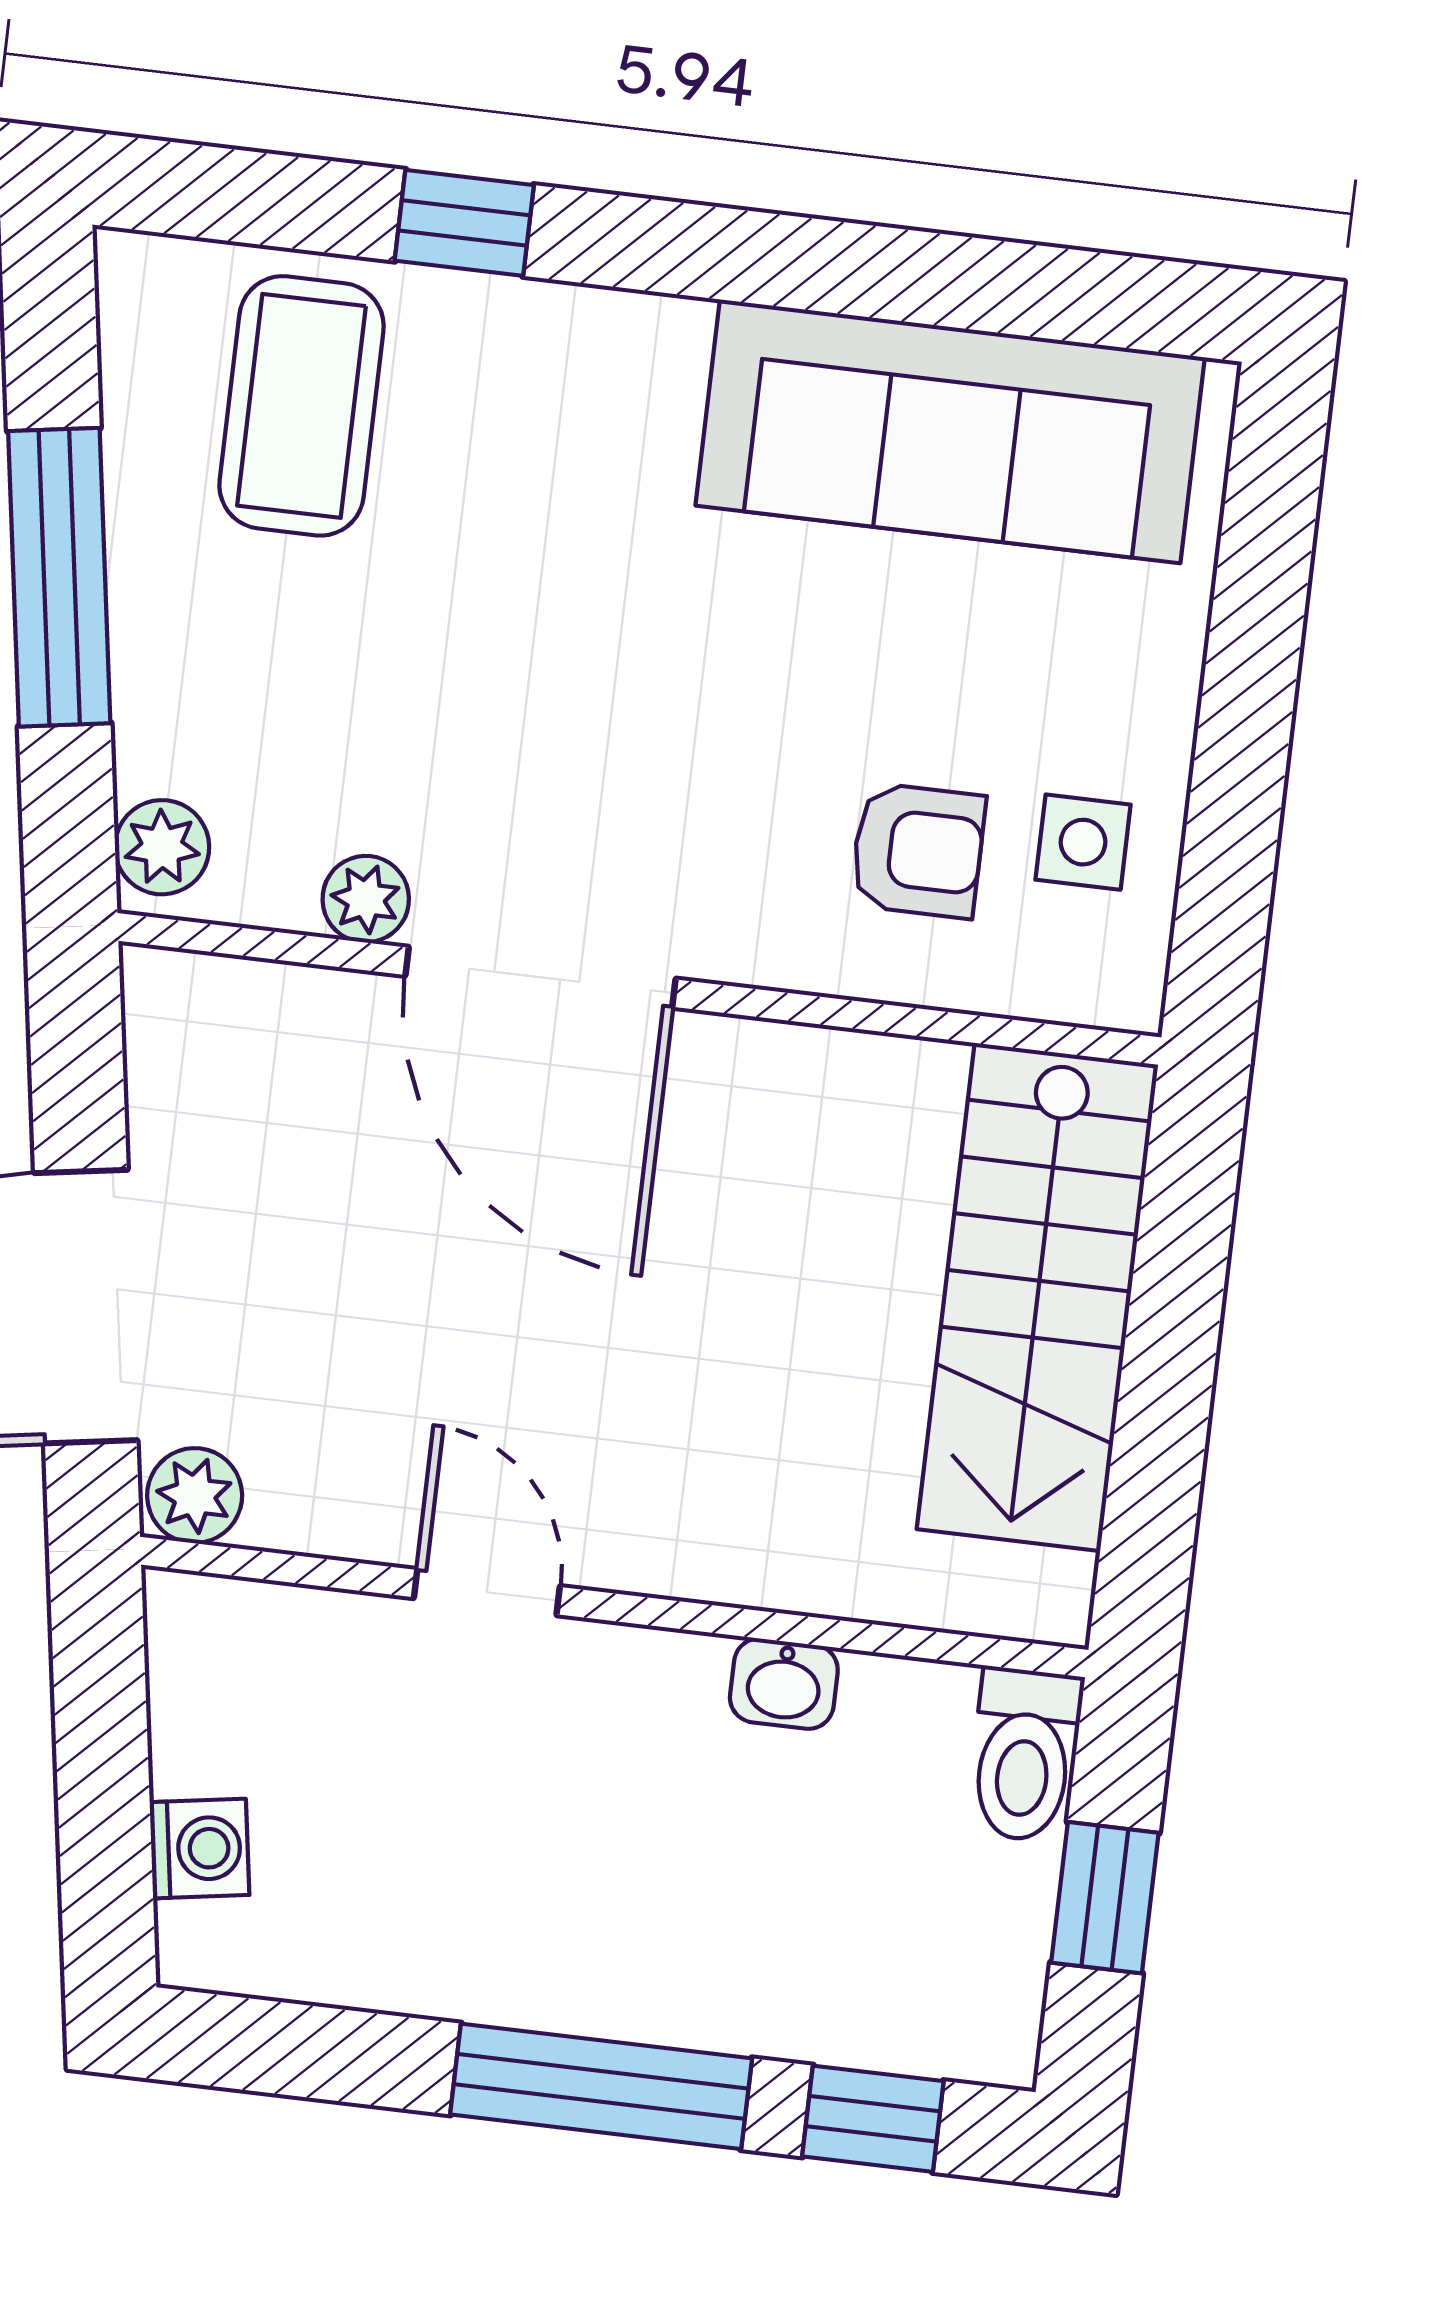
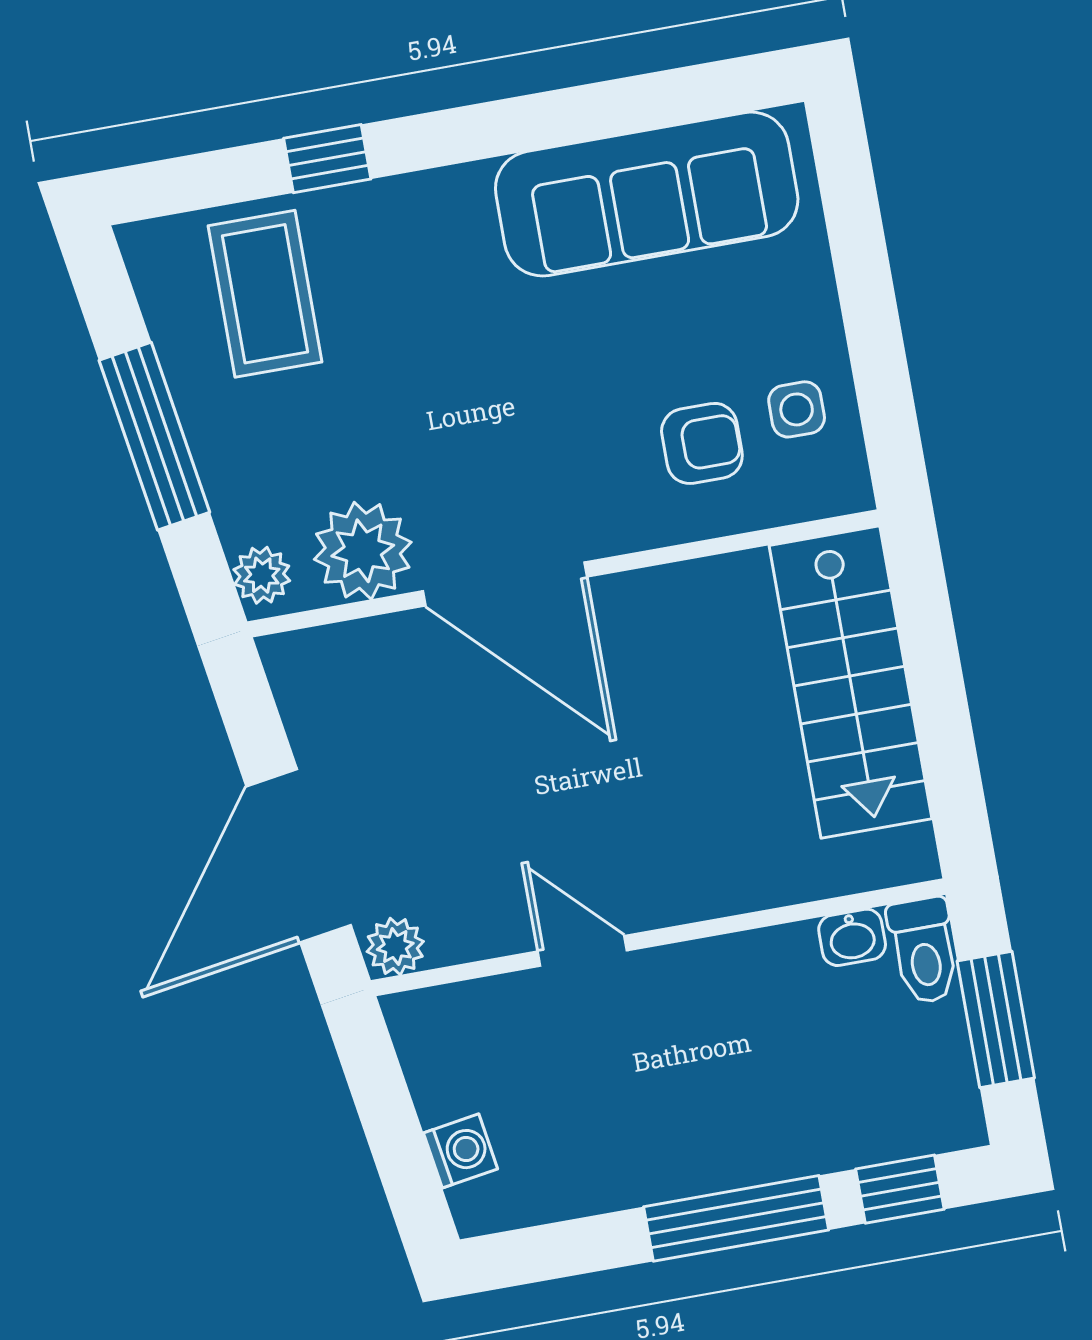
plant: (366, 899) -> (363, 551), width x1.88, depth x1.88
washbasin: (784, 1684) -> (852, 937), moved
window: (1105, 1898) -> (996, 1020), width x1.50

